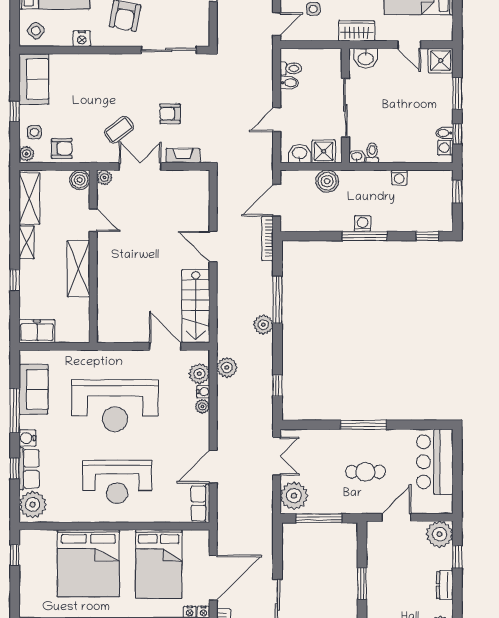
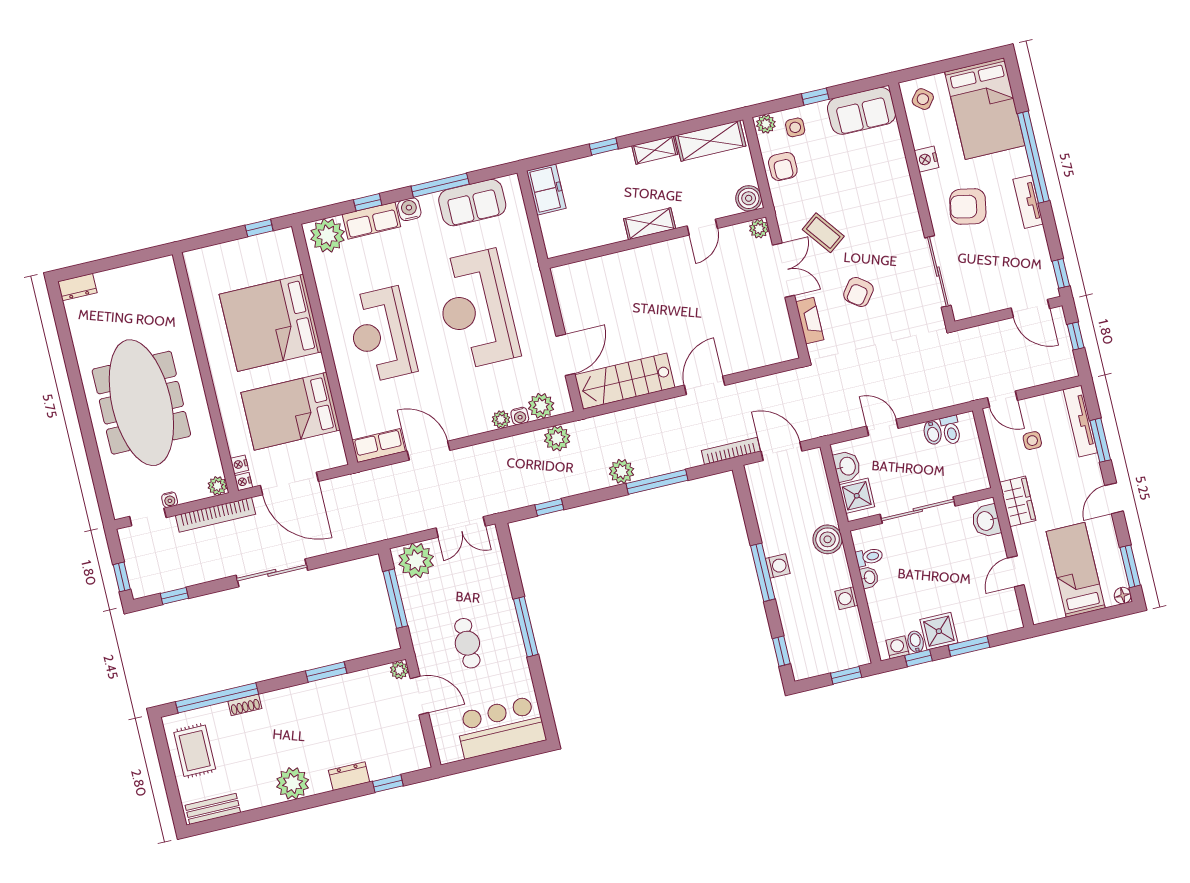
shower: (441, 61) -> (939, 631), moved
armchair: (170, 114) -> (858, 292), turned -143
washbasin: (357, 157) -> (869, 577), moved
boiler: (327, 181) -> (828, 539), moved
shelving: (78, 269) -> (650, 224), width x0.67, depth x0.75
plant: (439, 534) -> (399, 670), moved, width x0.53, depth x0.53

